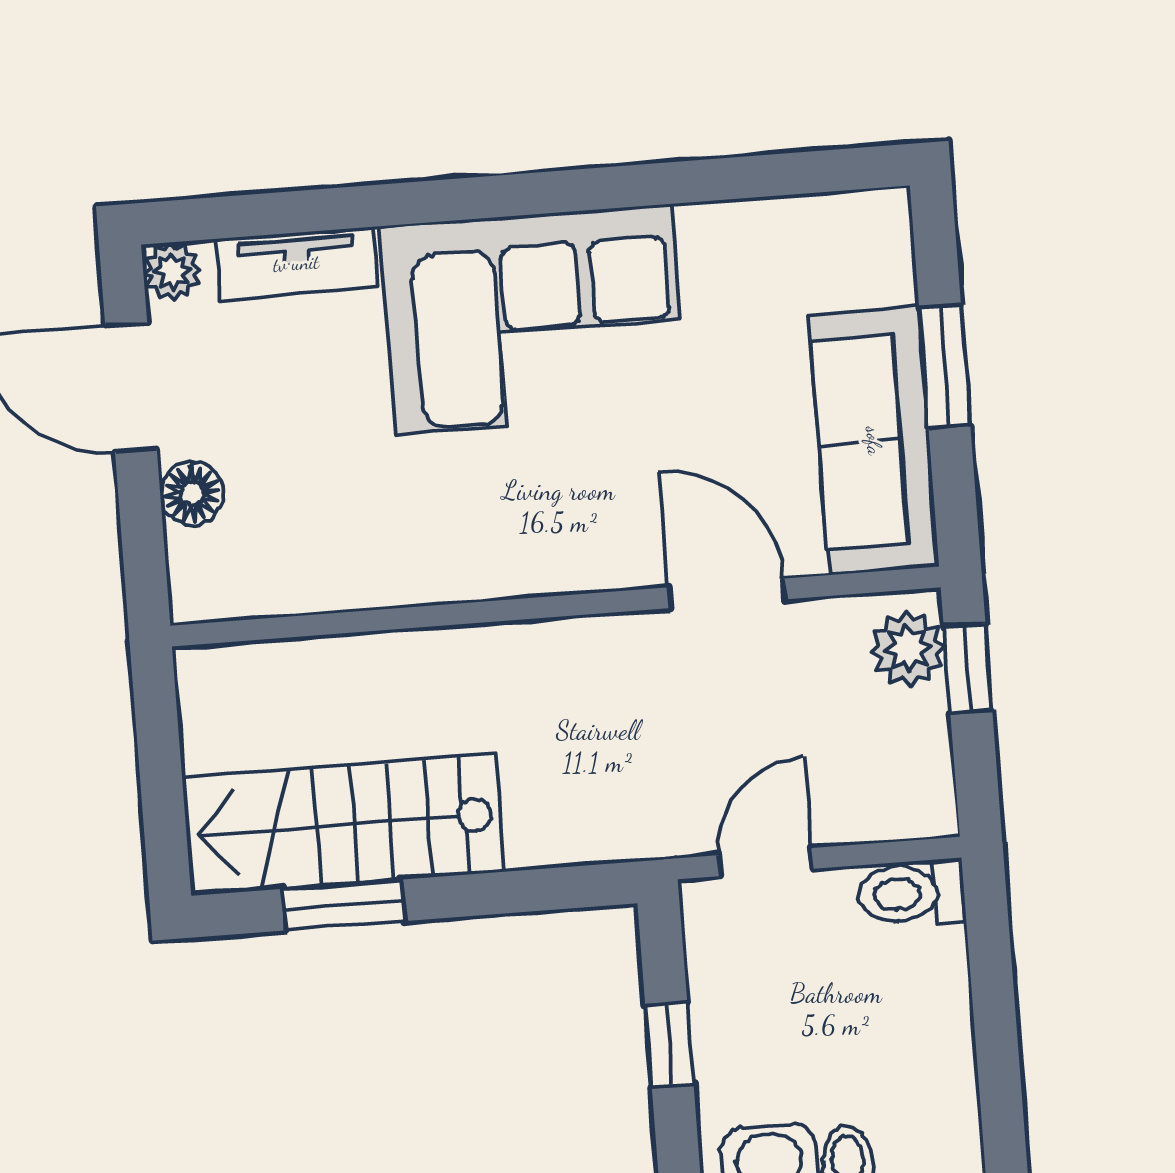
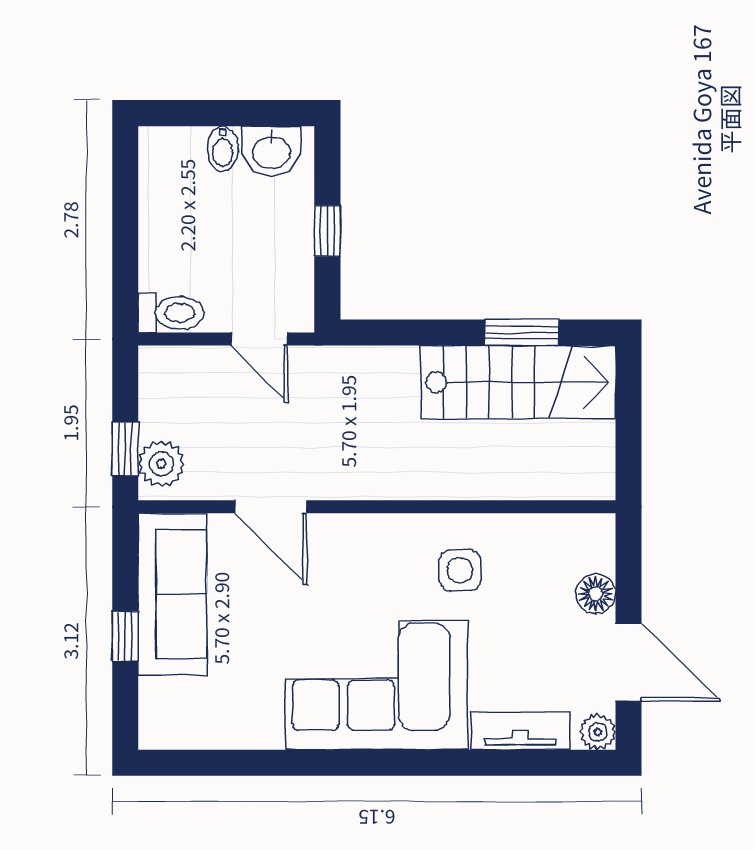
window: (945, 367) -> (125, 636), width x0.67
side table: (414, 515) -> (460, 570), added
door: (766, 862) -> (259, 339), hinge flipped

